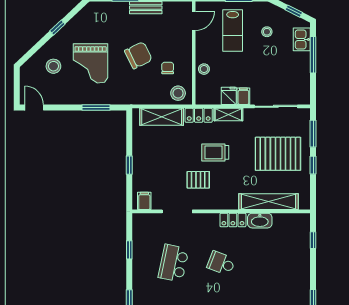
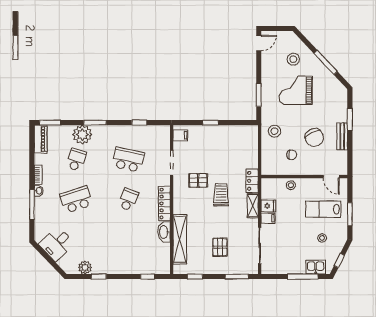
window: (57, 28) -> (326, 62), width x2.17
chair: (138, 55) -> (314, 137), moved
stool: (178, 93) -> (274, 131), moved
shelving: (162, 117) -> (251, 150), removed
pallet: (278, 154) -> (220, 247), width x0.49, depth x0.50
window: (313, 165) -> (195, 277), moved
pallet: (198, 180) -> (198, 180), turned 90
locker: (233, 220) -> (164, 203), width x1.53

